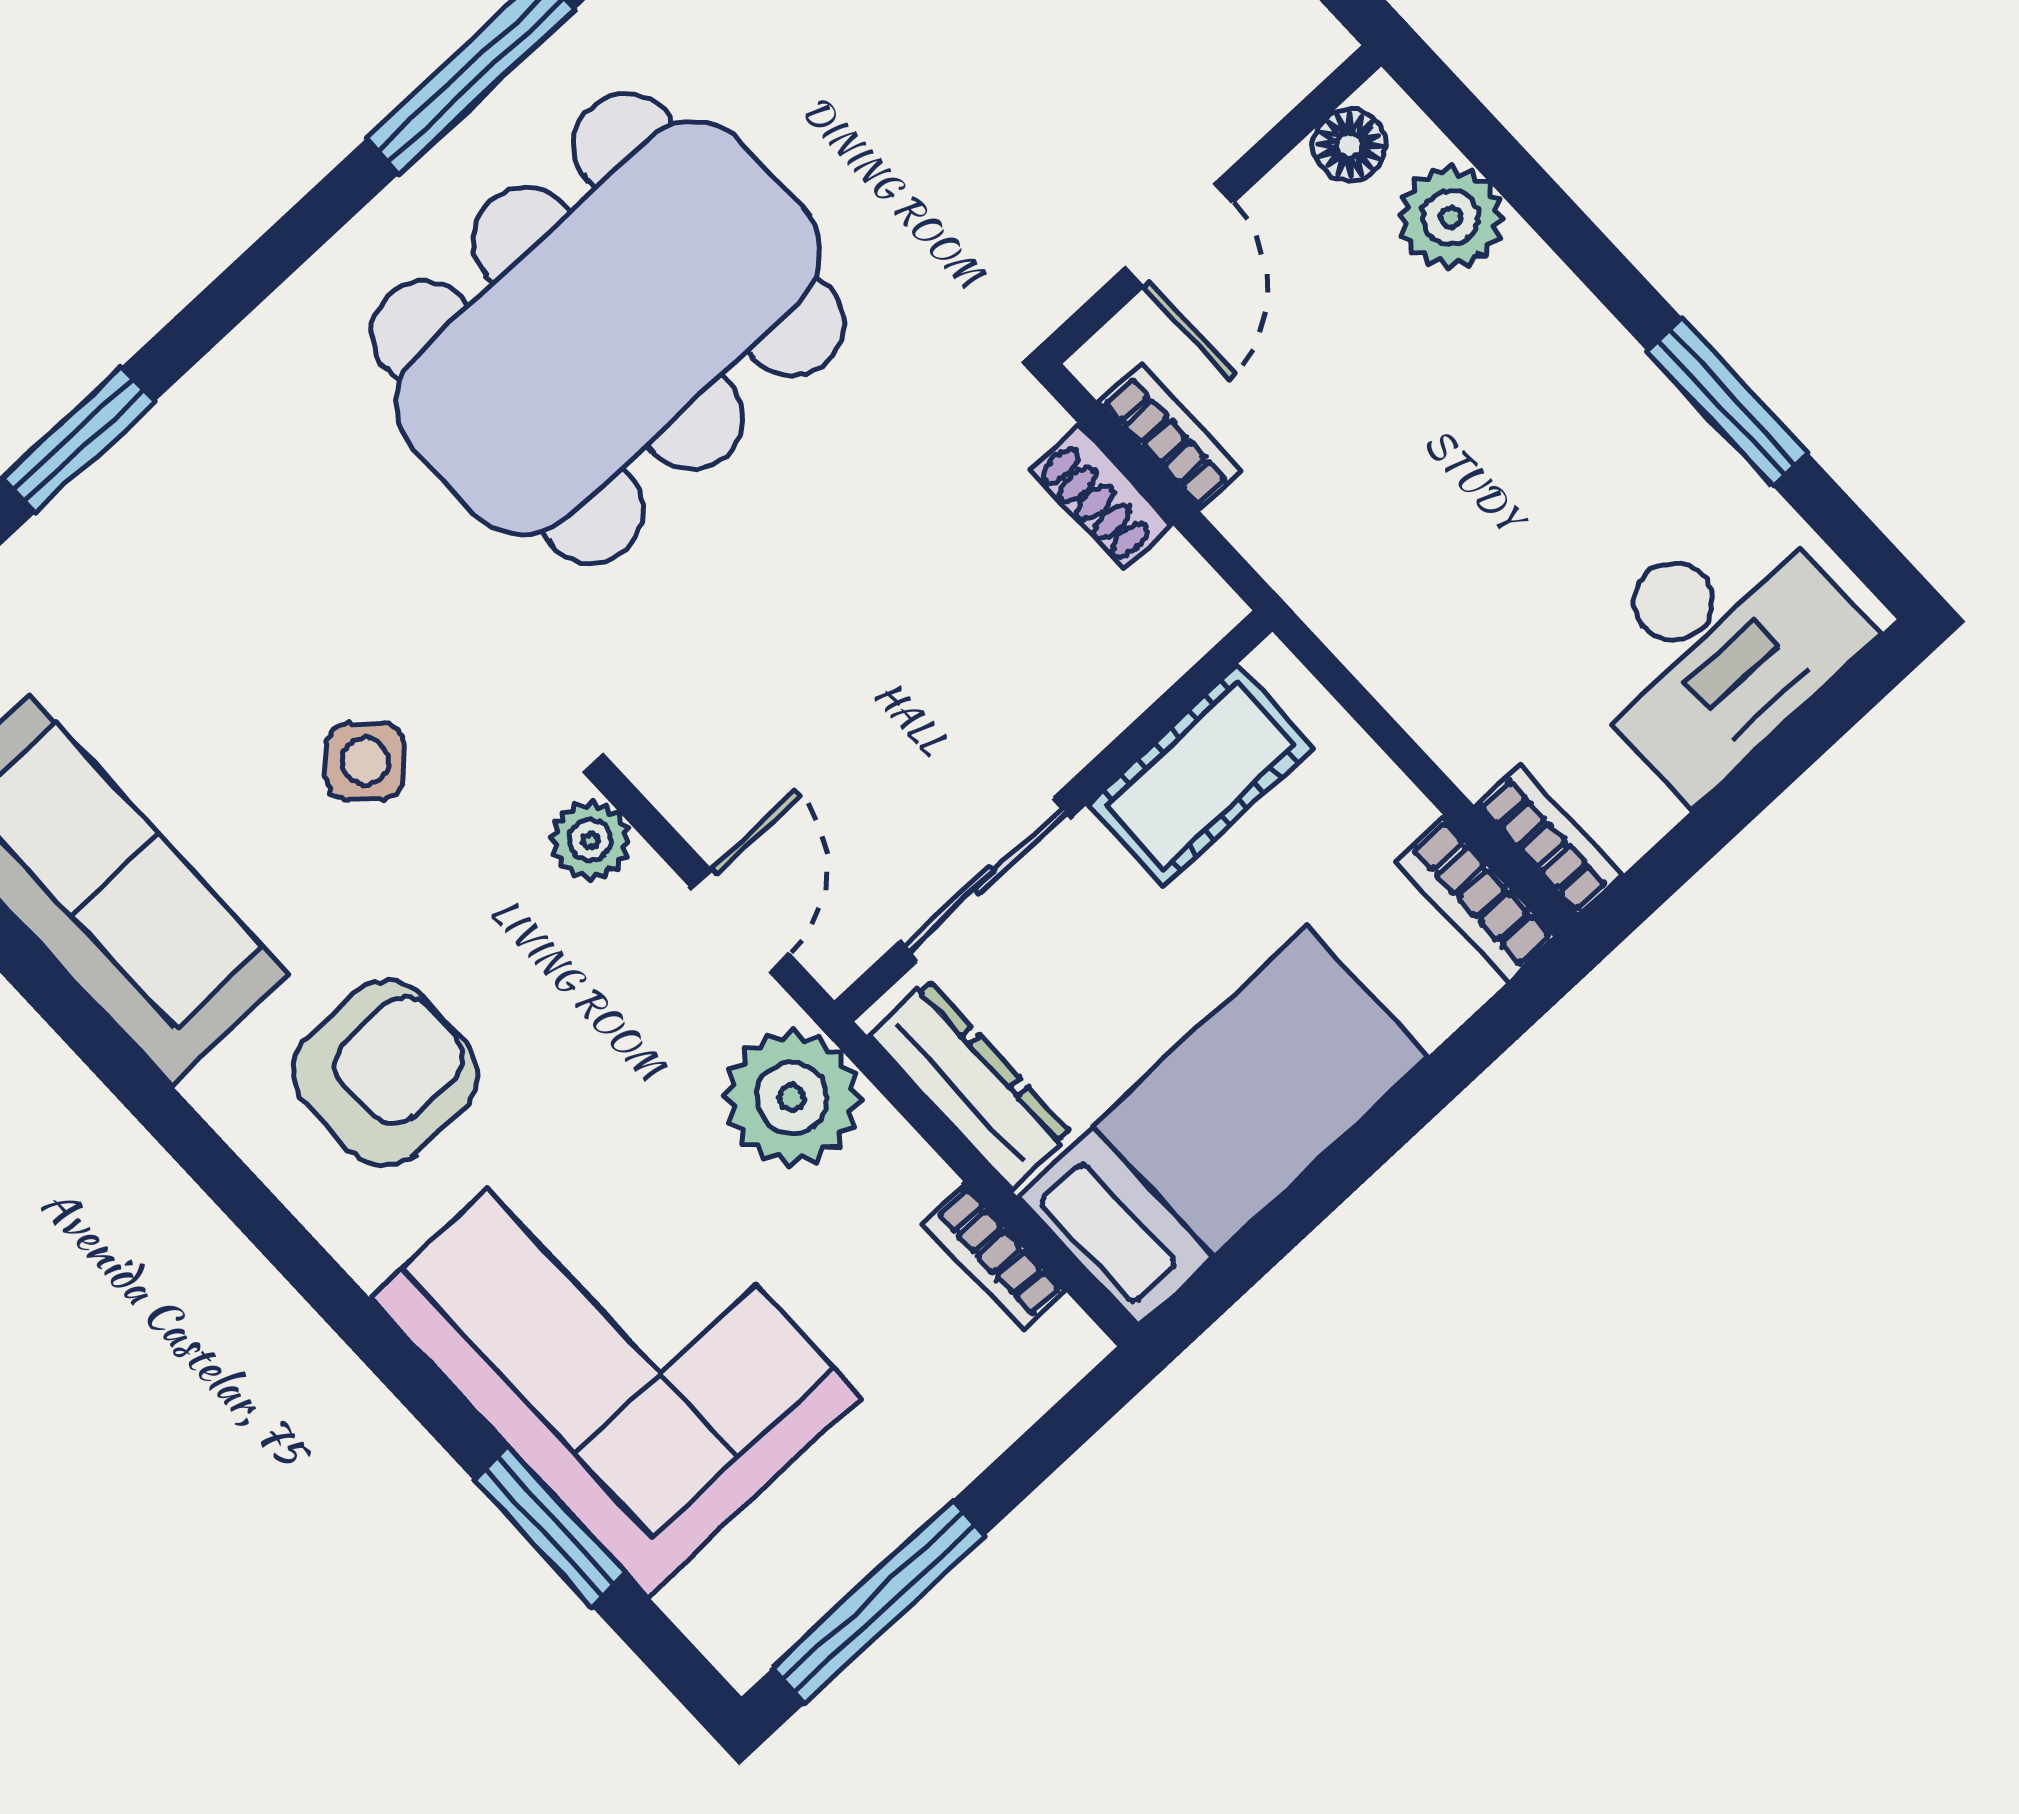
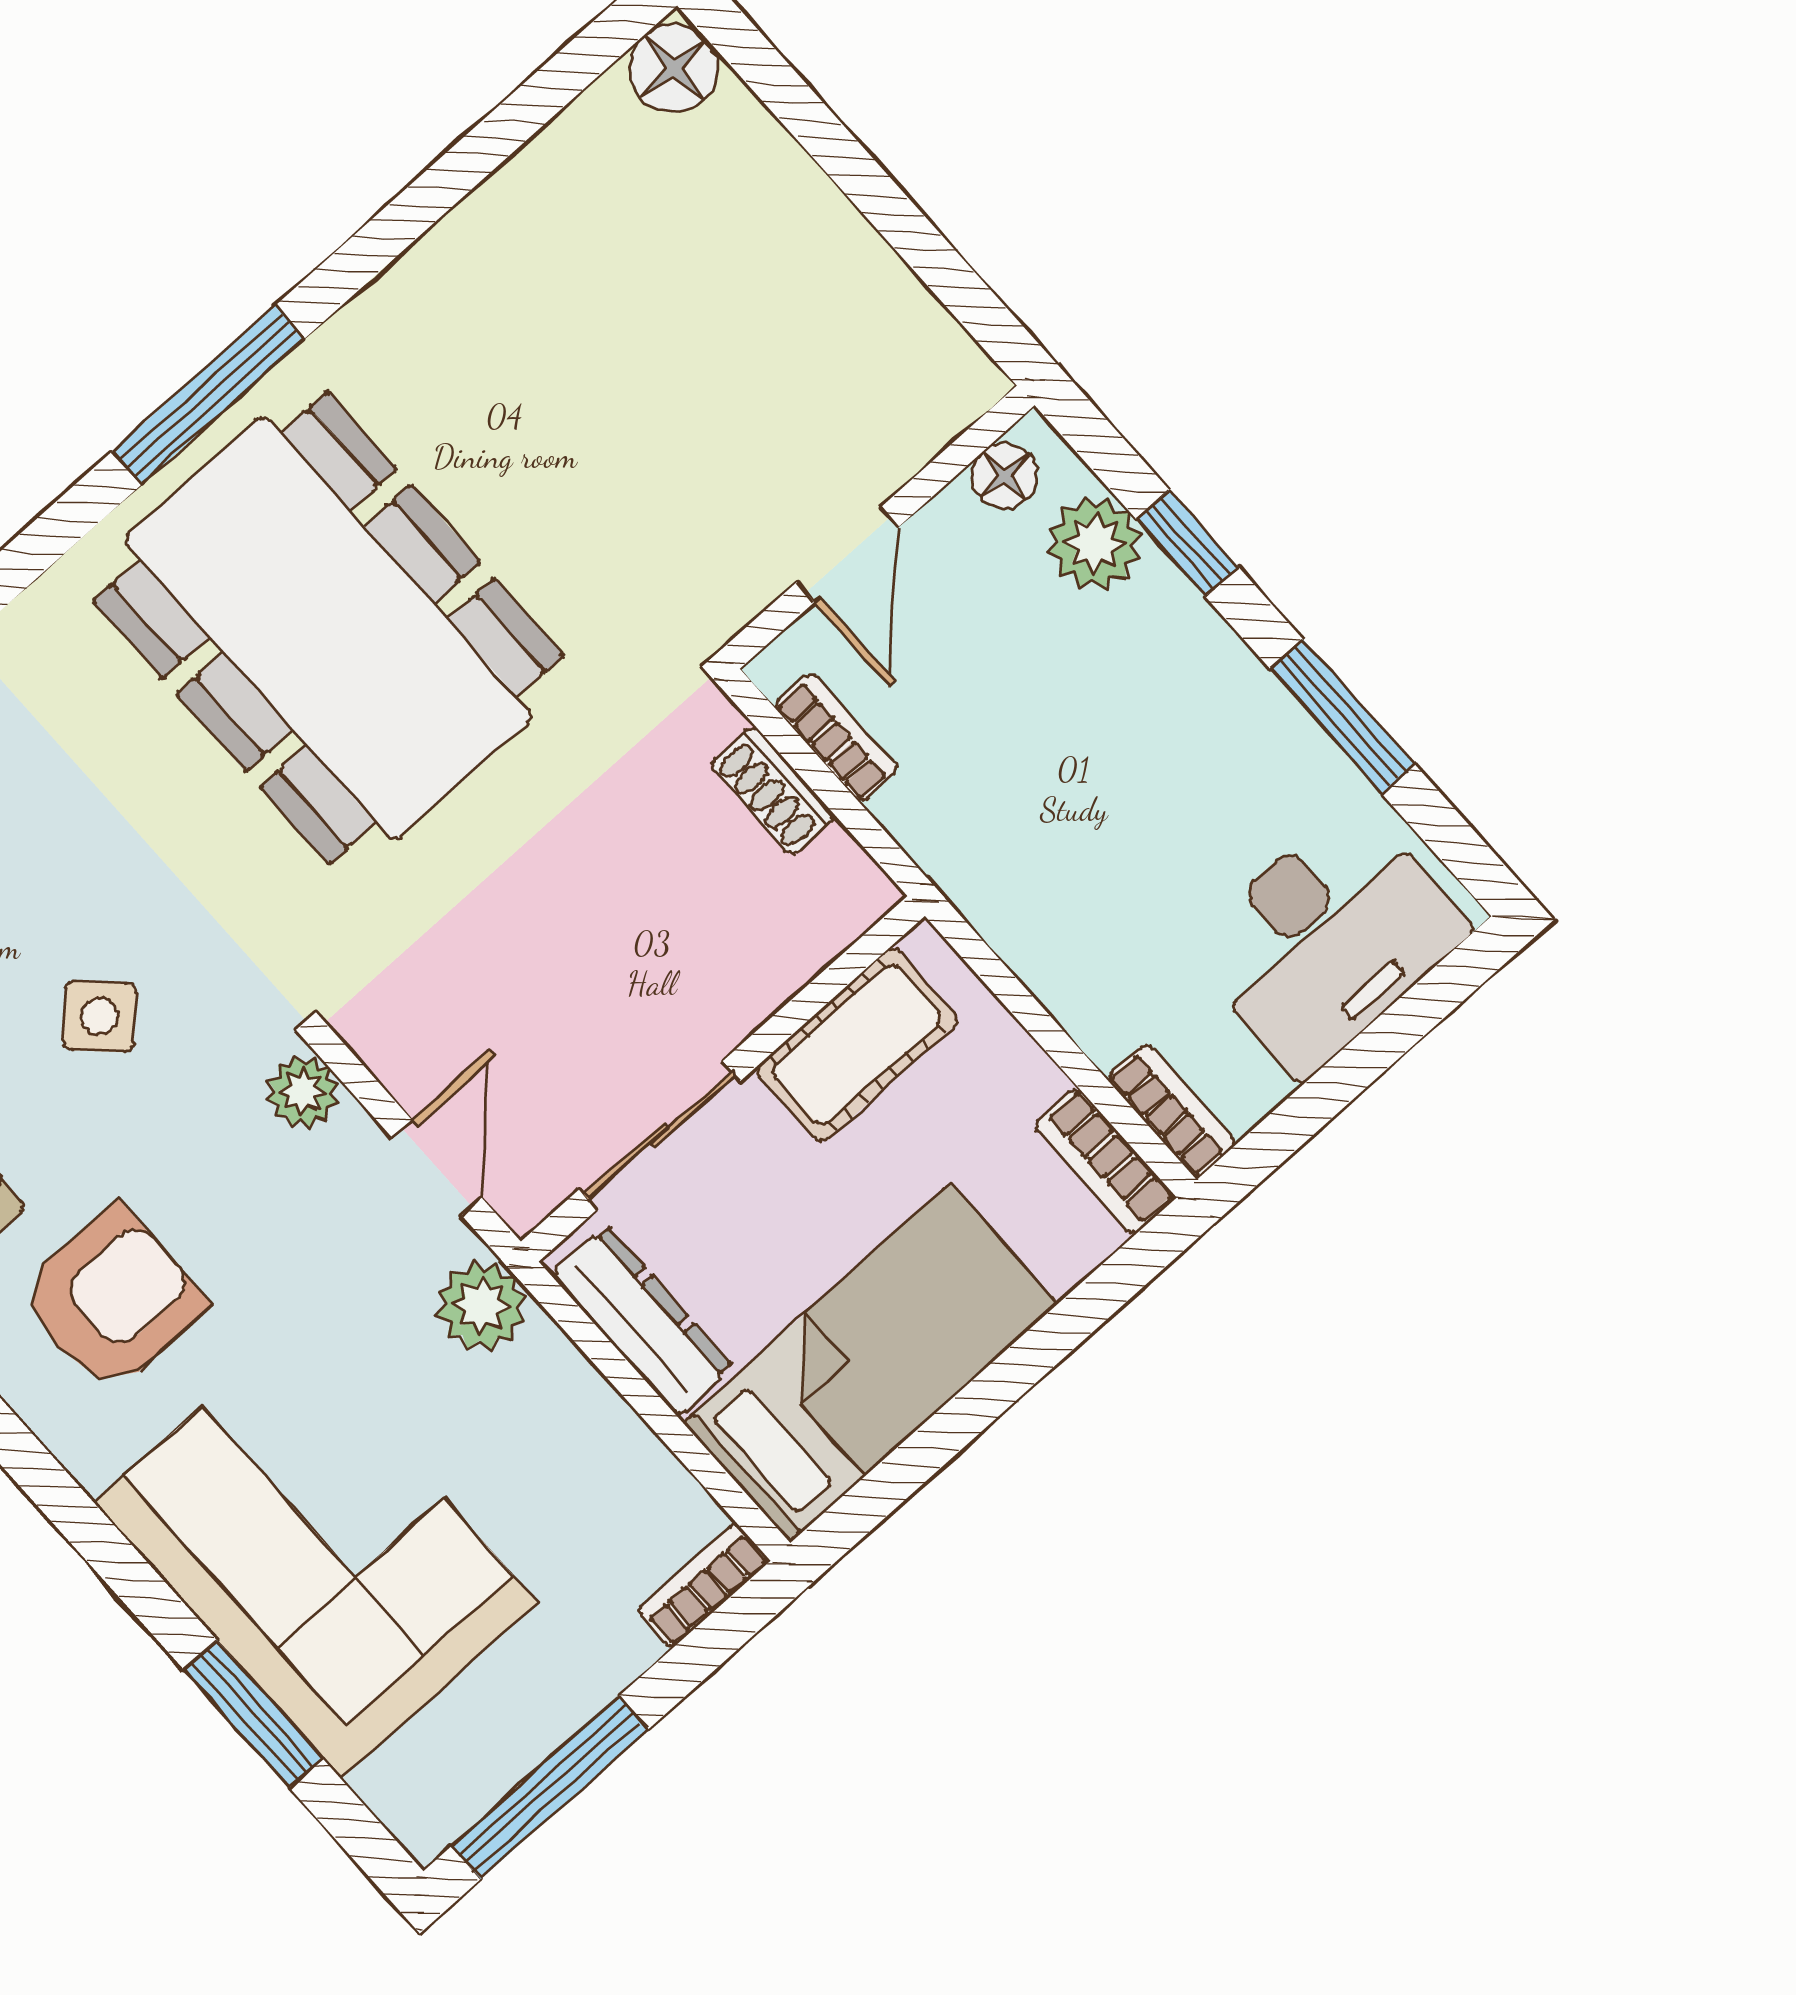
window: (1553, 215) -> (1187, 543), added
dining table: (608, 328) -> (328, 628), turned 90
plant: (792, 1098) -> (482, 1306), width x0.73, depth x0.73
bookcase: (994, 1257) -> (703, 1585), moved, turned 90

